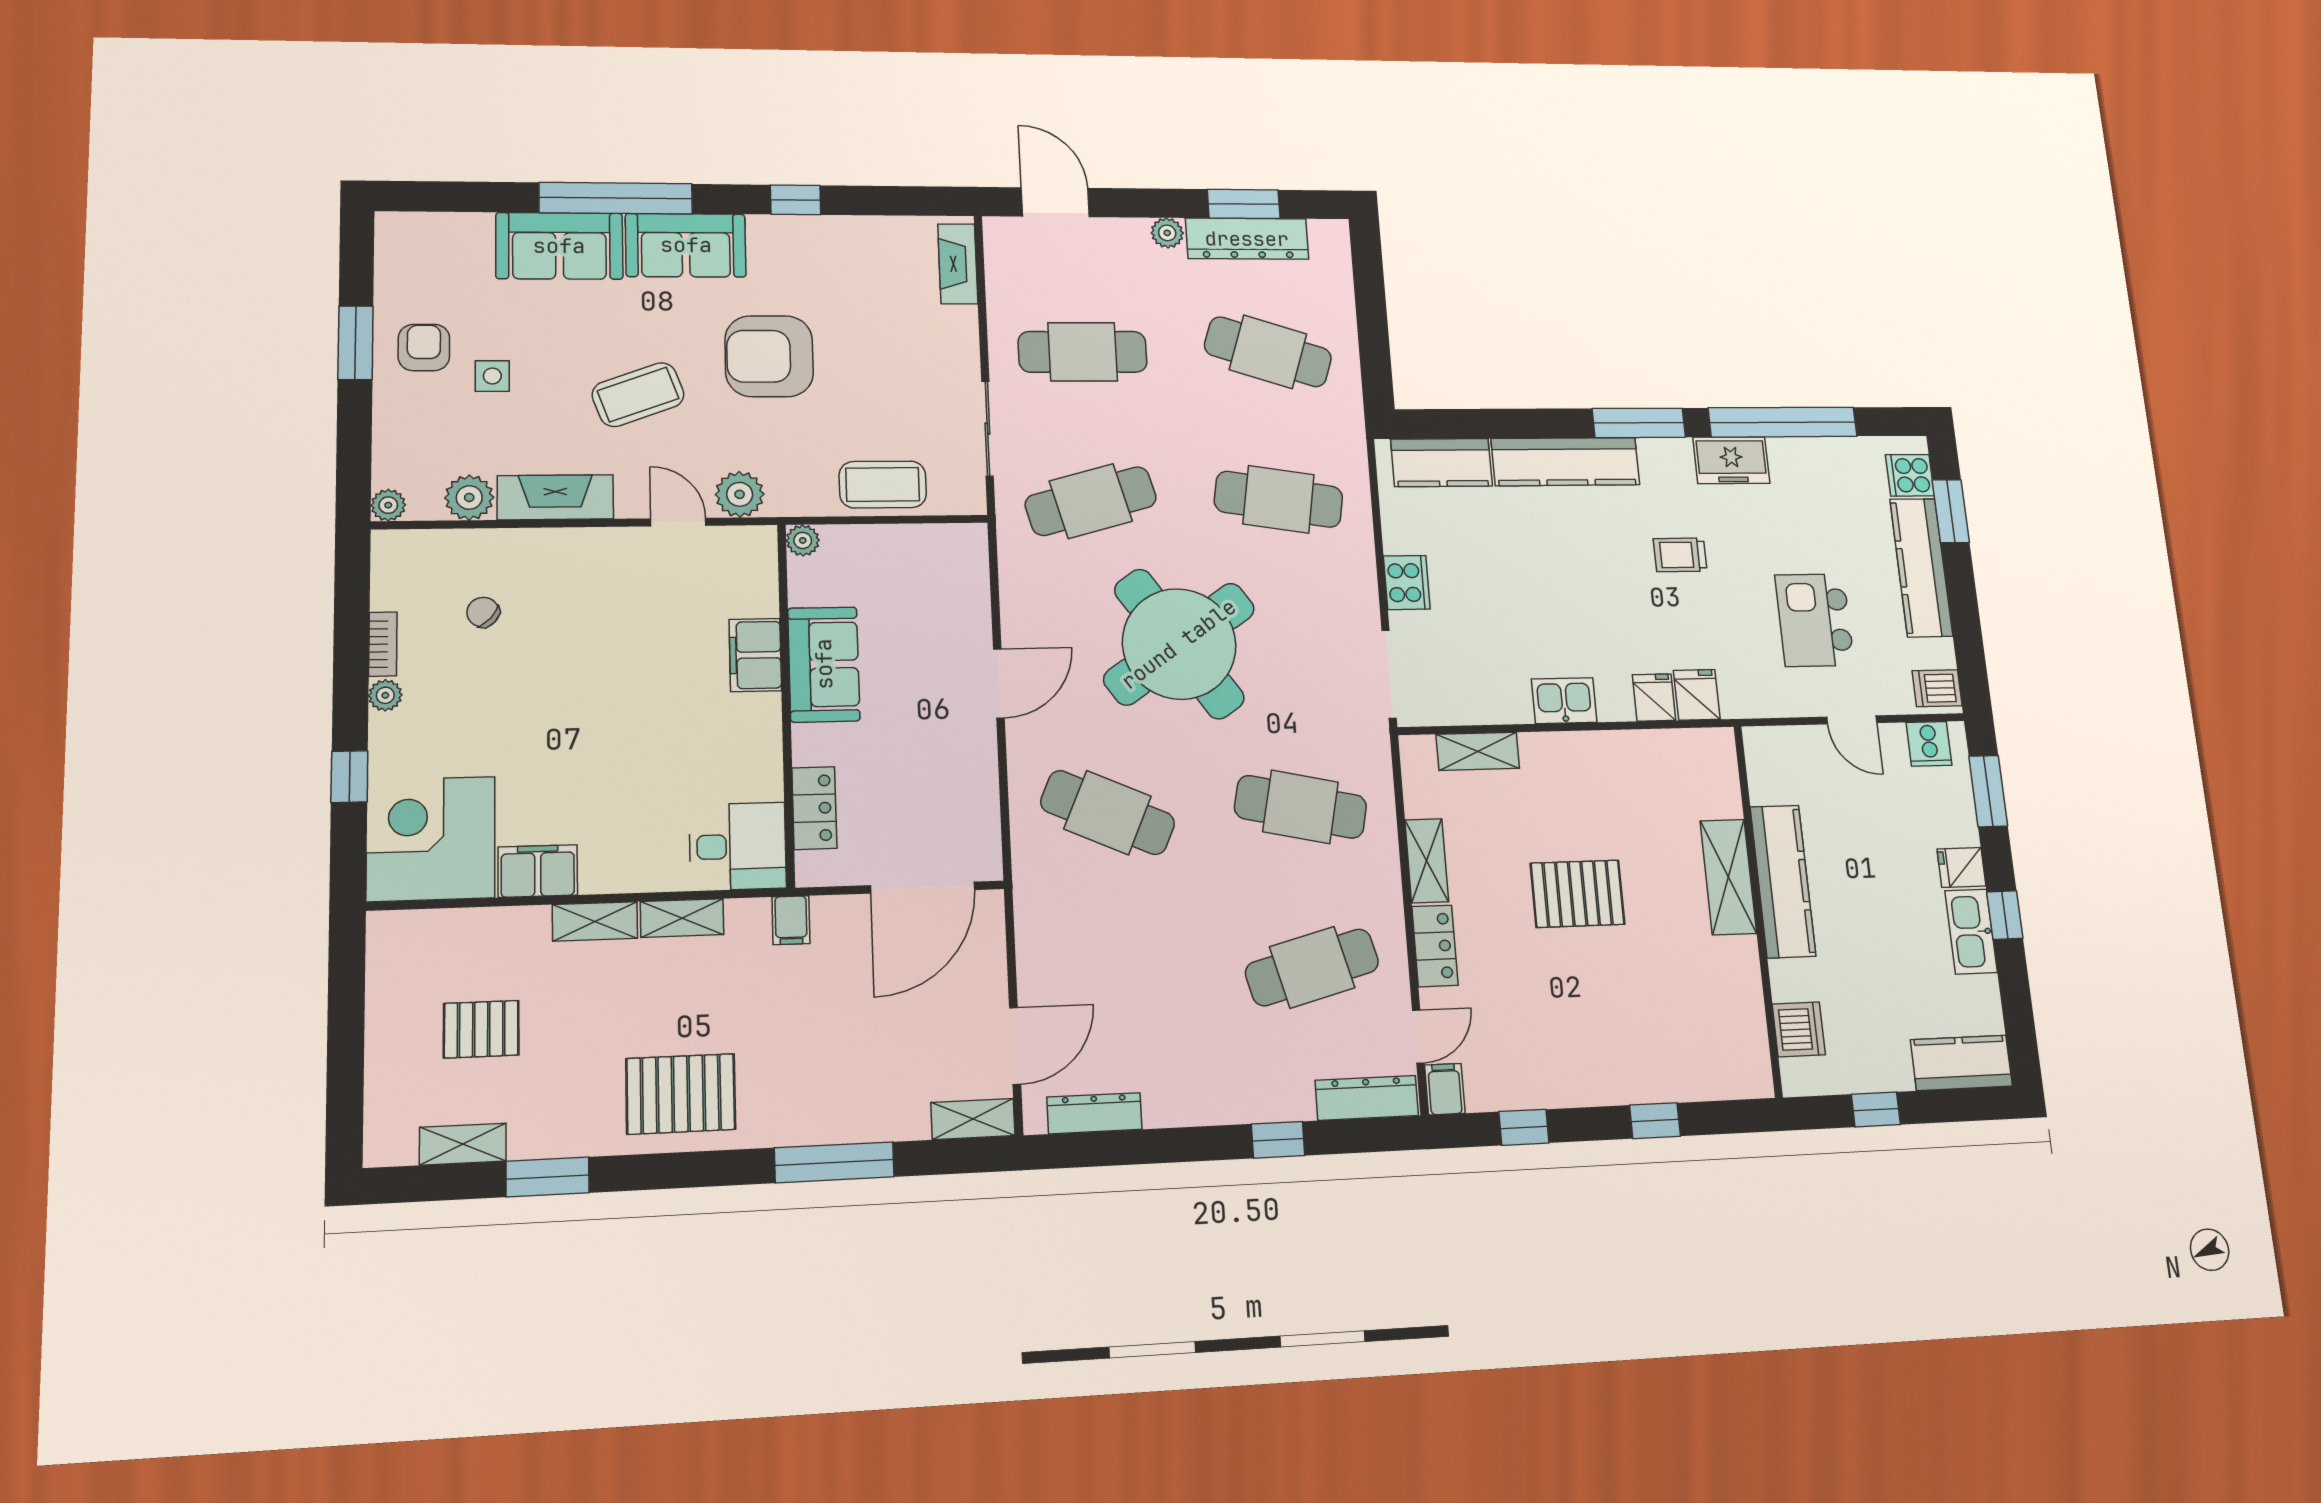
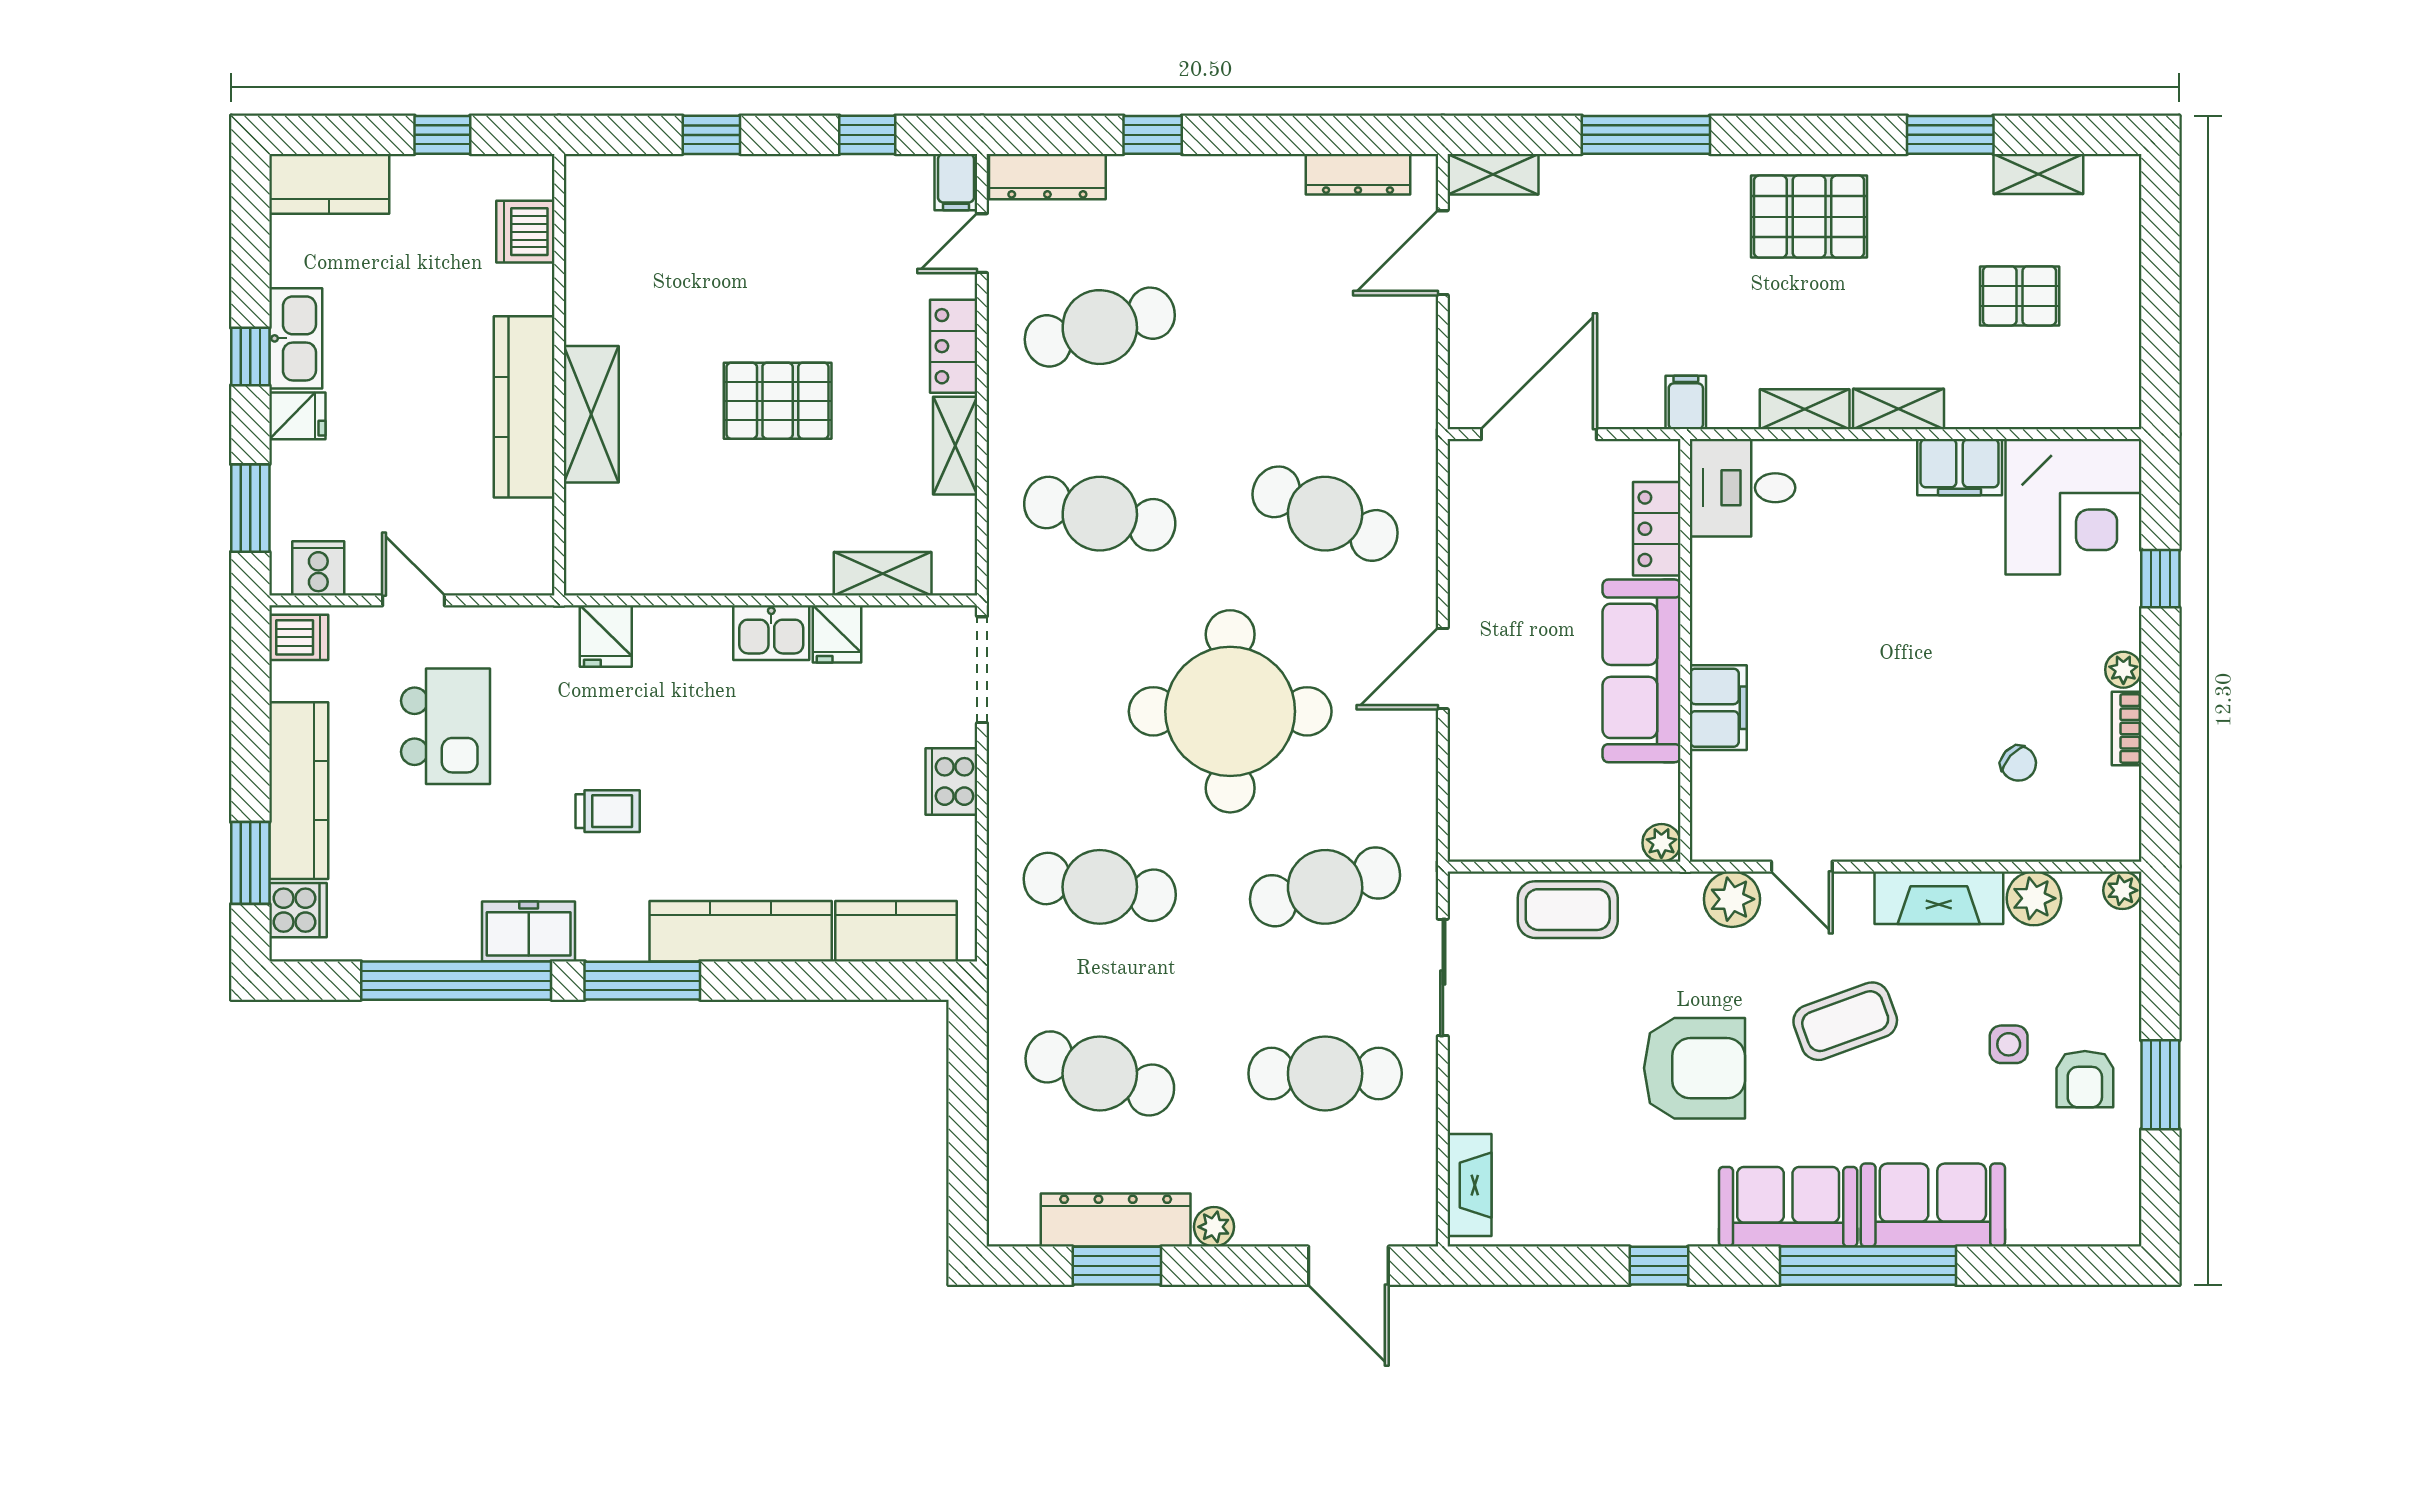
round table: (1179, 644) -> (1230, 711), turned 35
sofa: (824, 664) -> (1642, 671), width x1.36
fridge: (1654, 697) -> (837, 634), moved

